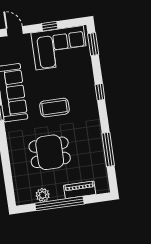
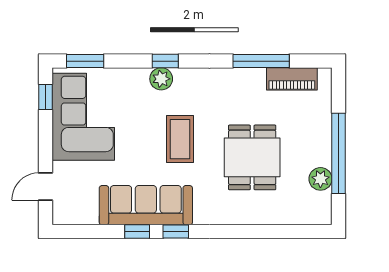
window: (50, 26) -> (46, 97), moved
plant: (89, 91) -> (161, 79), added
piano: (80, 190) -> (292, 79), moved, turned -90

